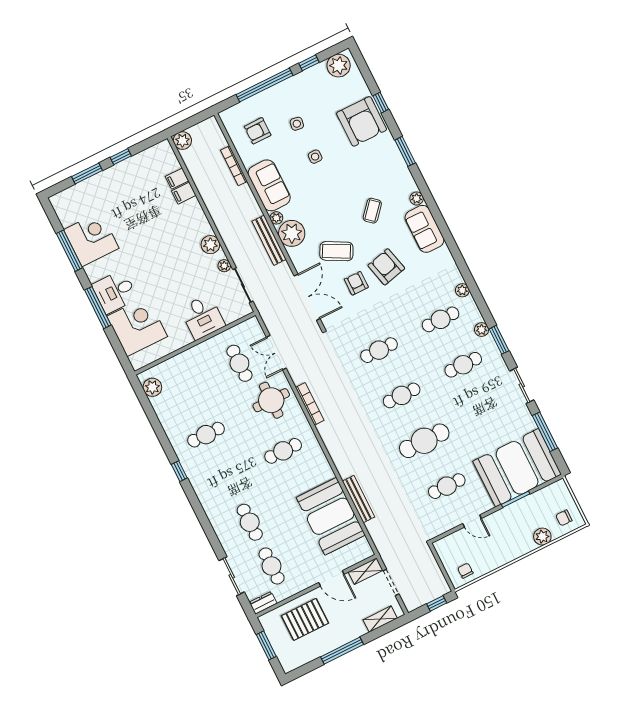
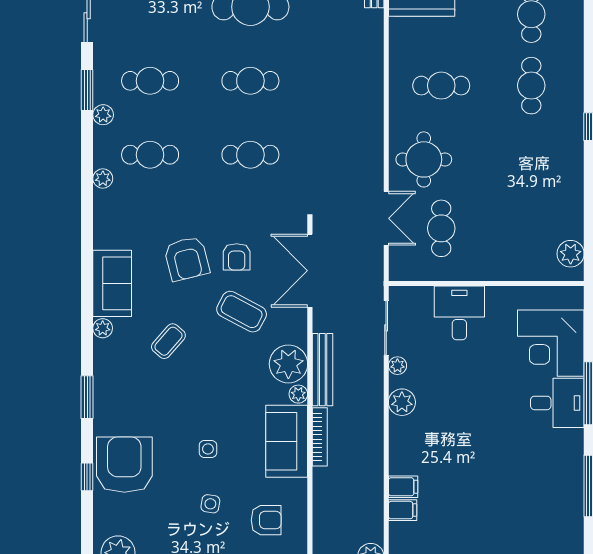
bookcase: (234, 166) -> (320, 437), moved
corner desk: (91, 239) -> (554, 487), removed
bookcase: (310, 404) -> (376, 130), removed
cafe table: (206, 435) -> (531, 86), moved, turned 90

